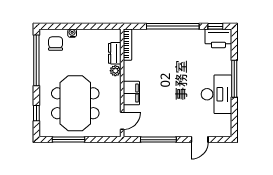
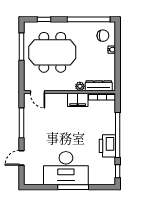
printer: (218, 38) -> (107, 146), moved
dresser: (115, 53) -> (99, 86), width x1.44
filing cabinet: (131, 93) -> (78, 100), moved
desk: (216, 94) -> (66, 168), width x1.36, depth x1.30
door: (200, 140) -> (21, 158), hinge flipped

